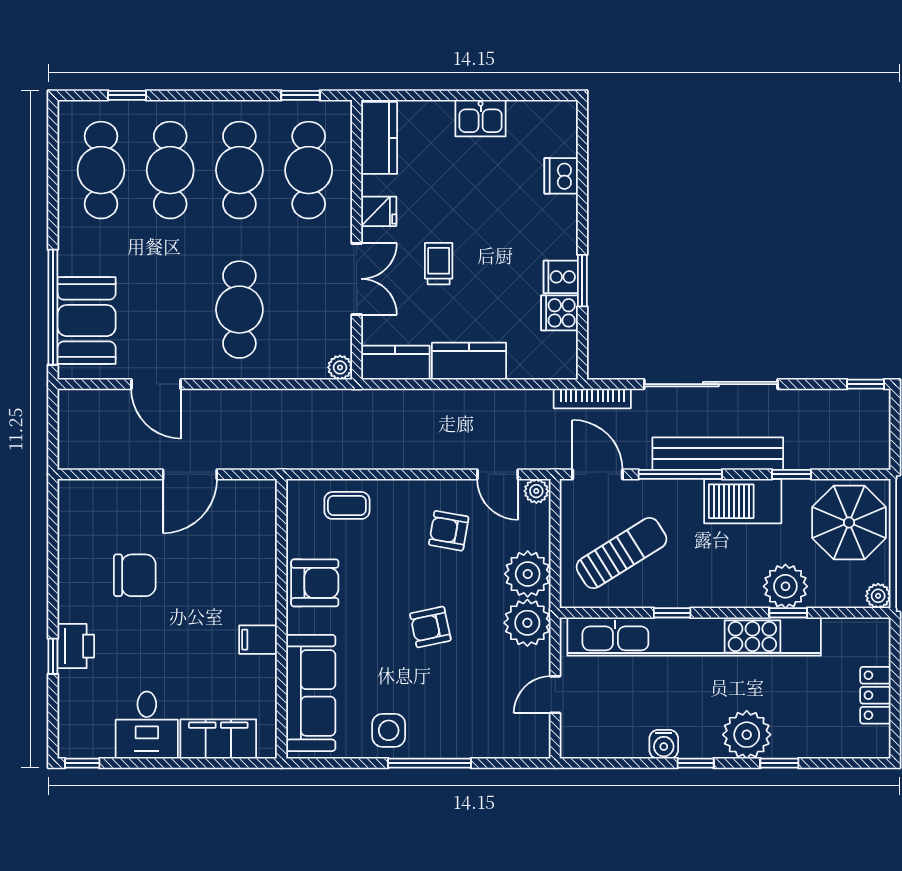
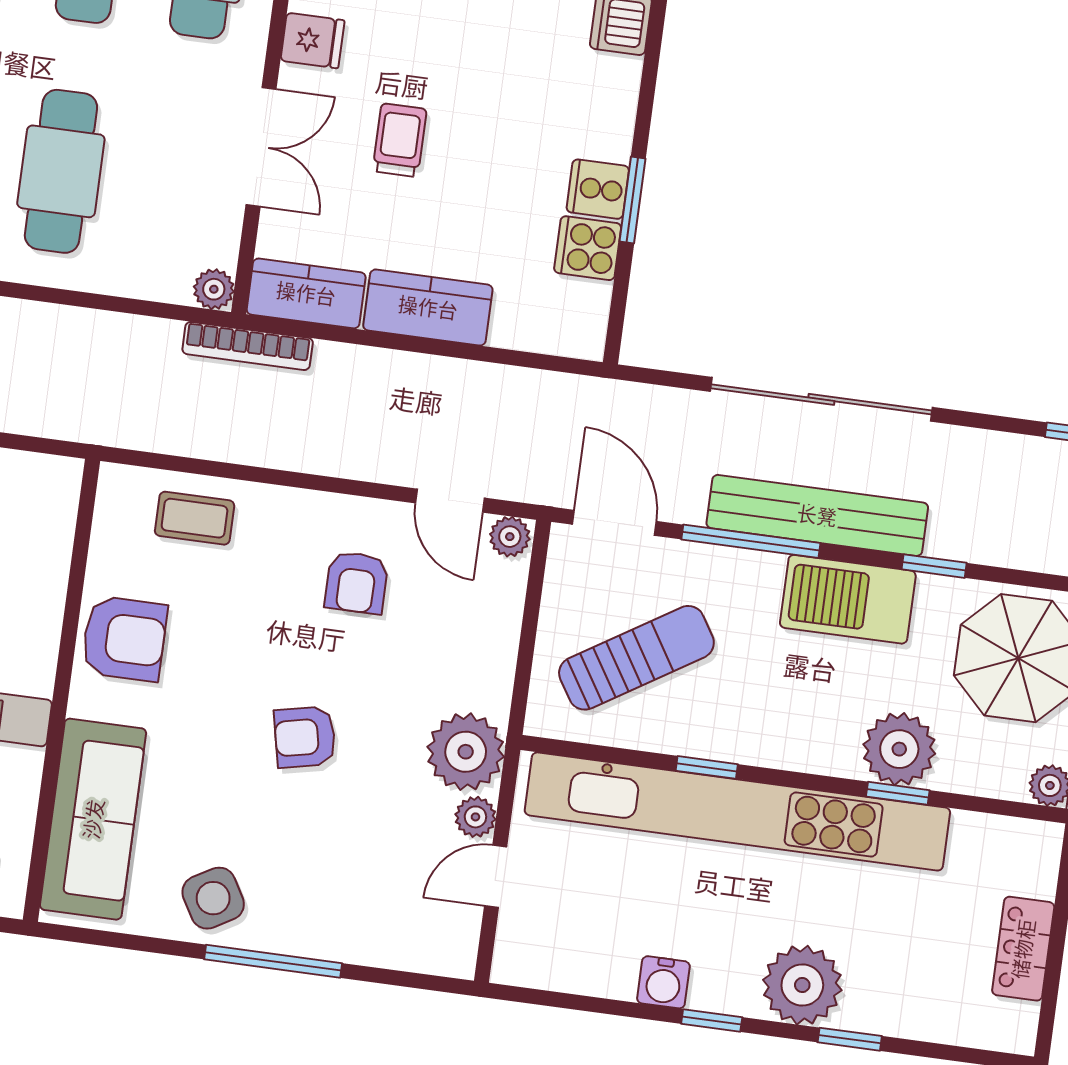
bookcase: (592, 399) -> (248, 346), moved
armchair: (449, 531) -> (357, 583), turned -100
plant: (528, 574) -> (475, 817), moved, width x0.53, depth x0.53
side table: (389, 730) -> (213, 898), turned -30

